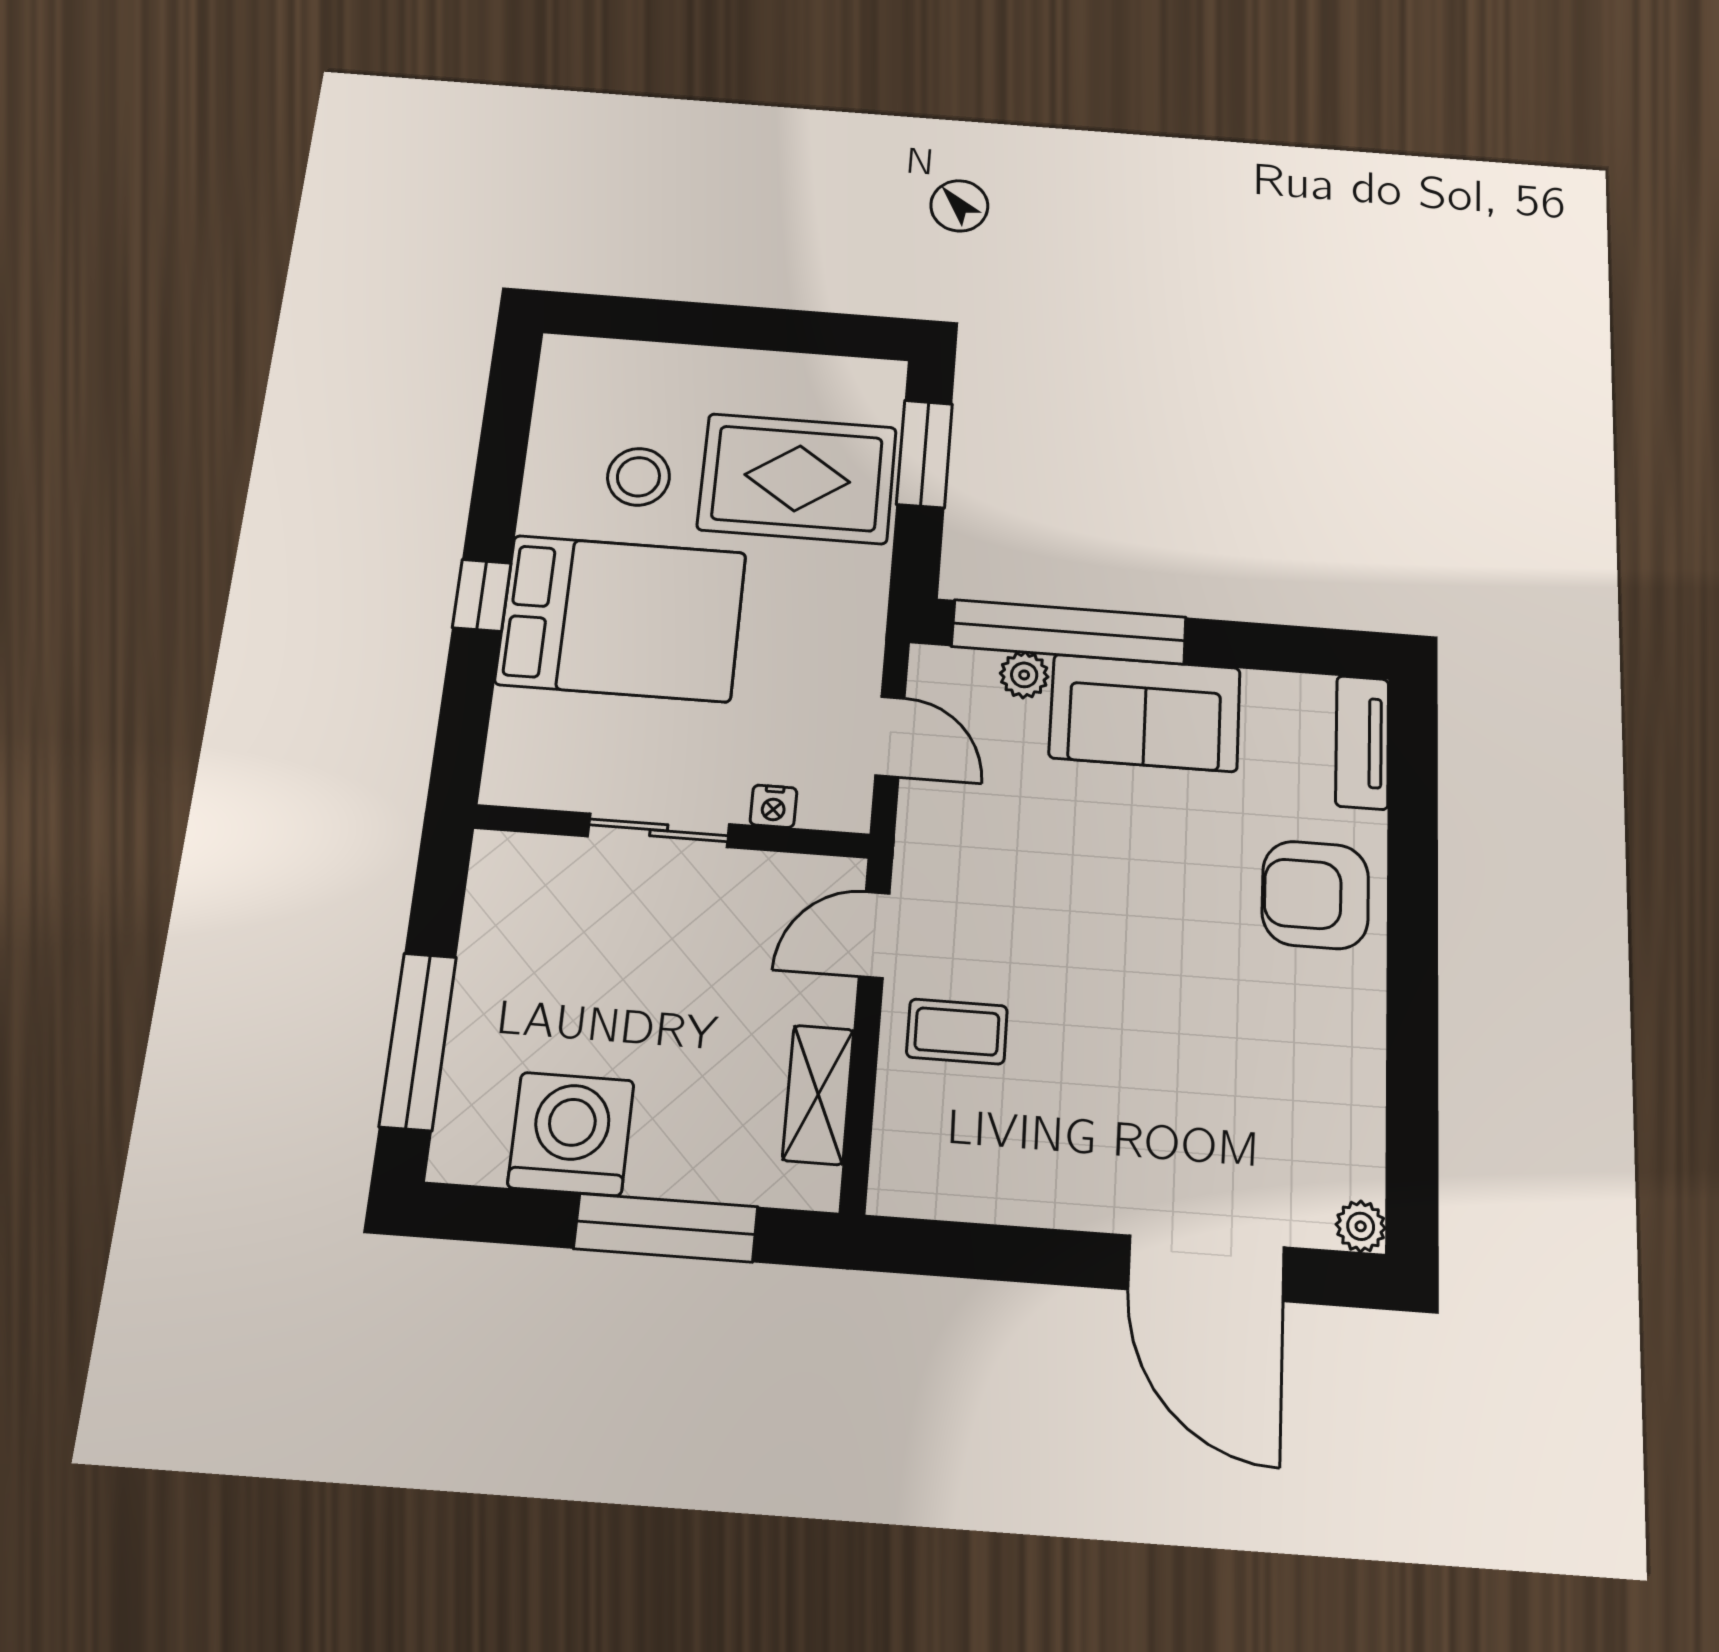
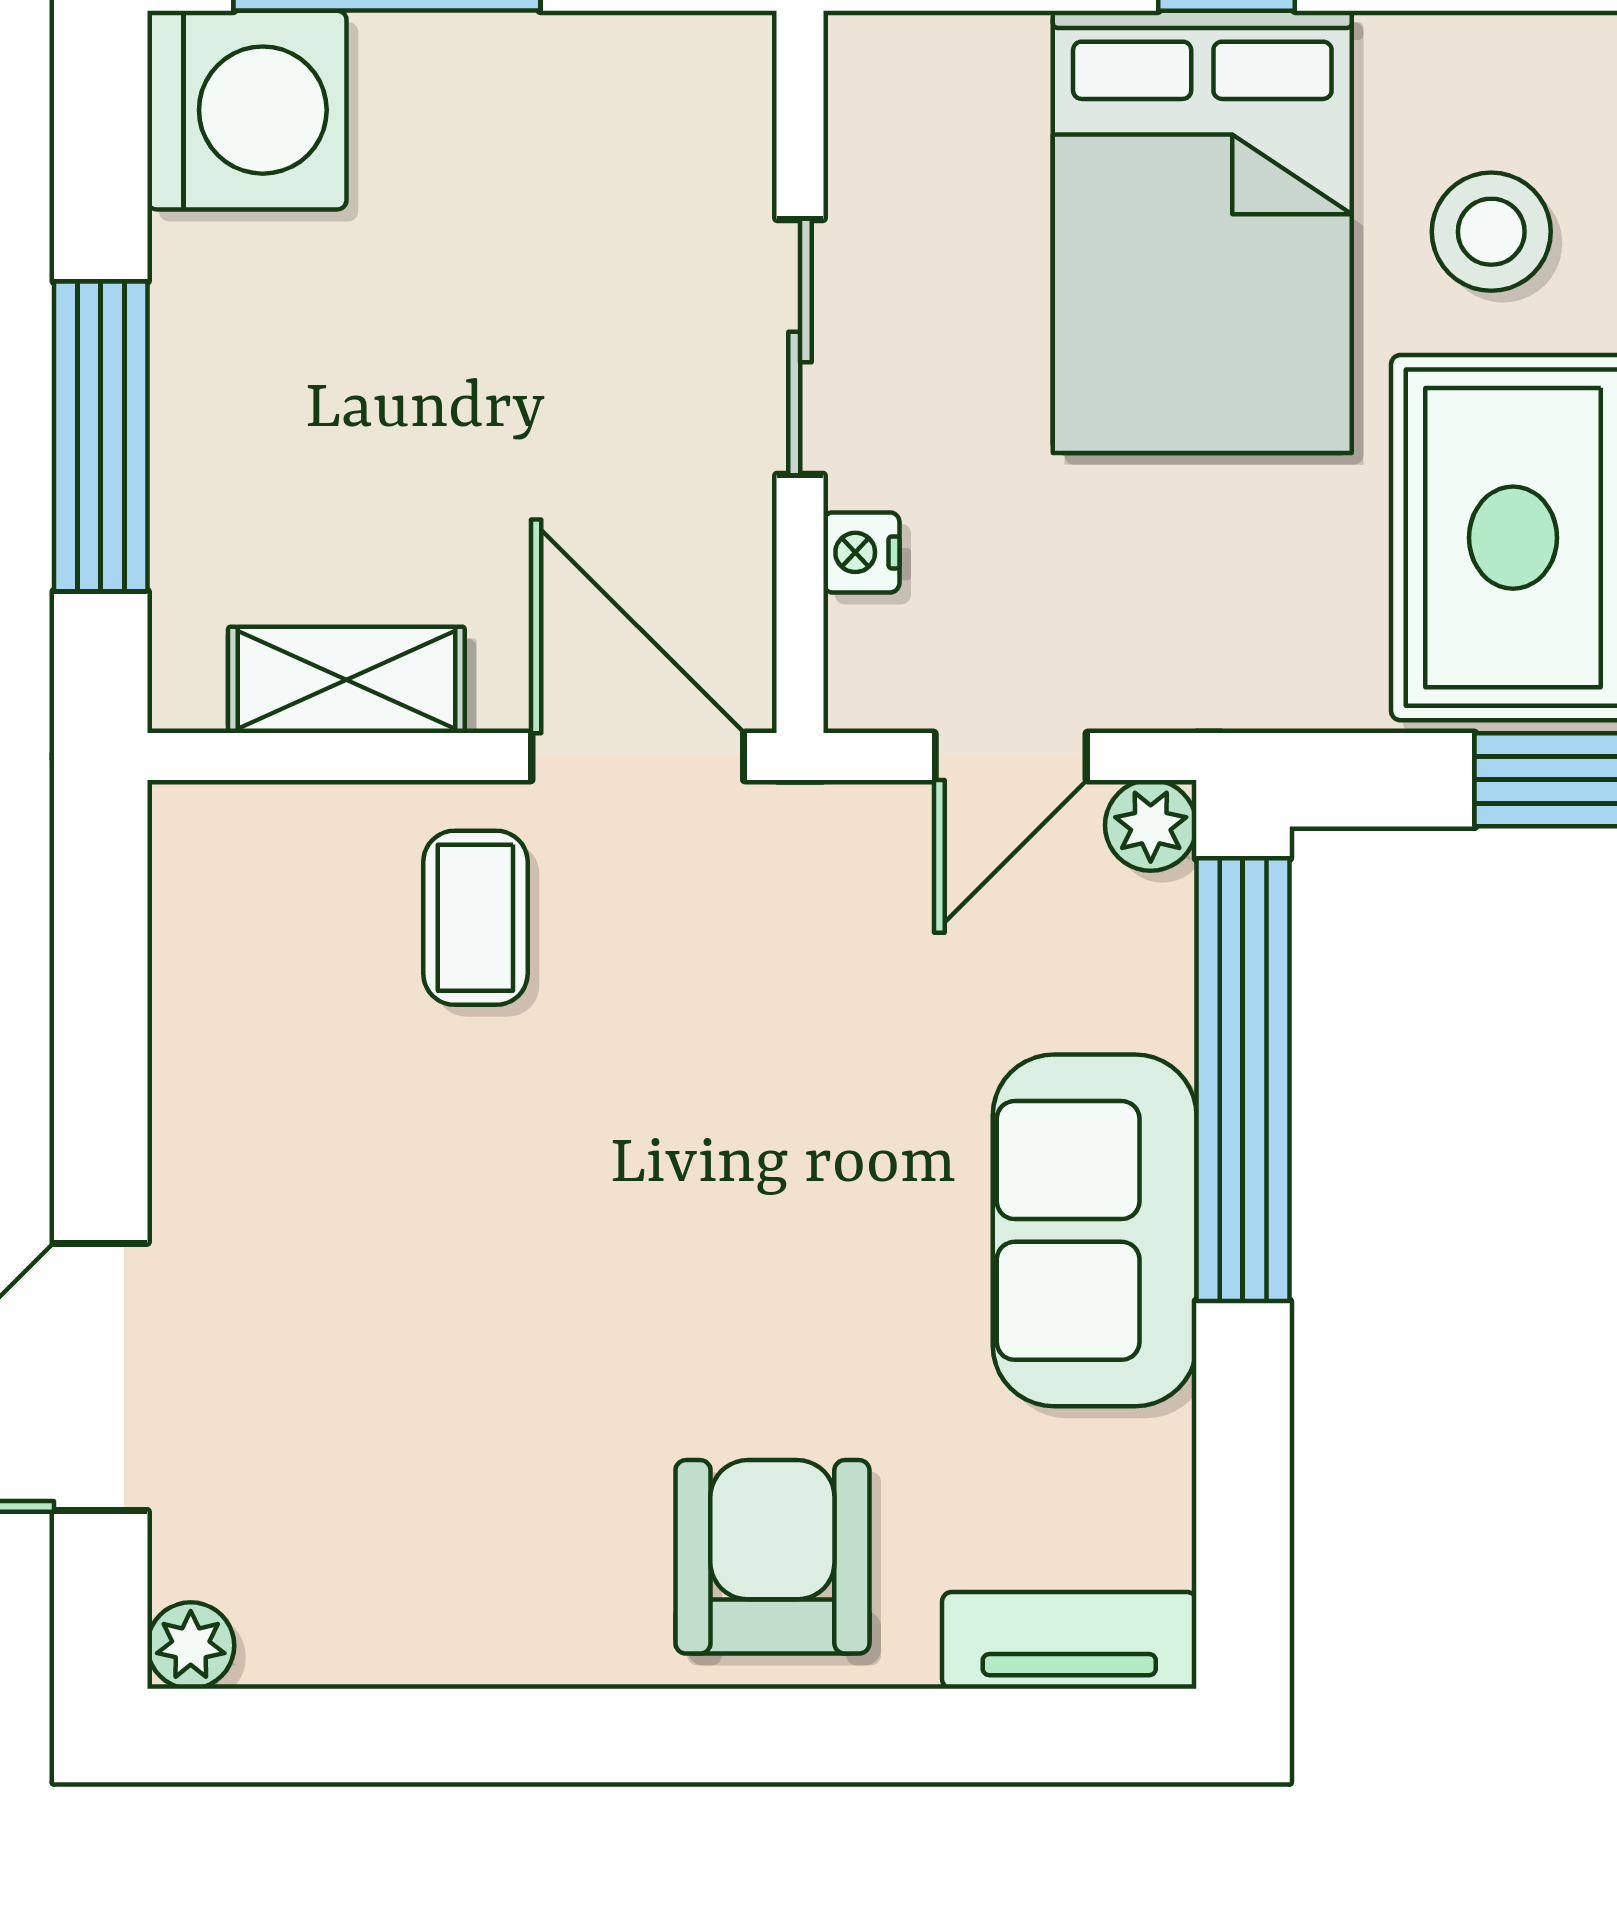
plant: (1024, 675) -> (1151, 825), moved
door: (874, 935) -> (638, 756), width x1.37
washing machine: (571, 1134) -> (247, 110), moved

